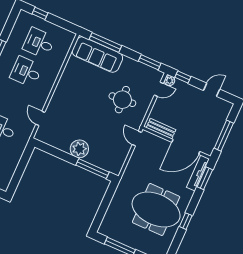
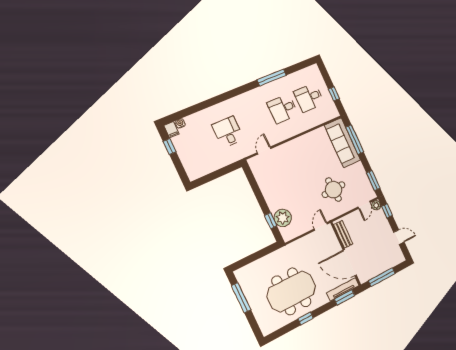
window: (40, 13) -> (334, 94), moved
desk: (39, 43) -> (309, 98), turned -90
desk: (26, 72) -> (283, 109), turned -90
door: (159, 89) -> (364, 205), hinge flipped
plant: (79, 149) -> (283, 218), moved
window: (92, 169) -> (271, 221), width x0.46
meeting table: (156, 209) -> (291, 291), turned 90

